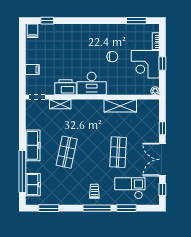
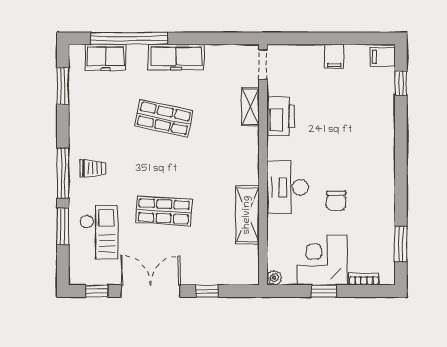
filing cabinet: (32, 69) -> (334, 57), moved
desk: (92, 84) -> (287, 187), moved

